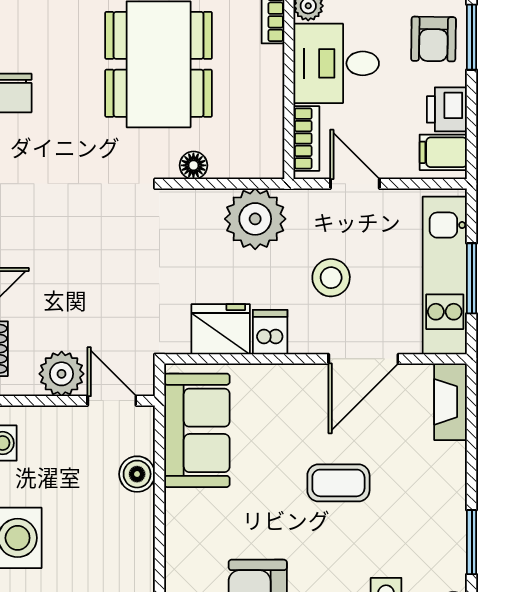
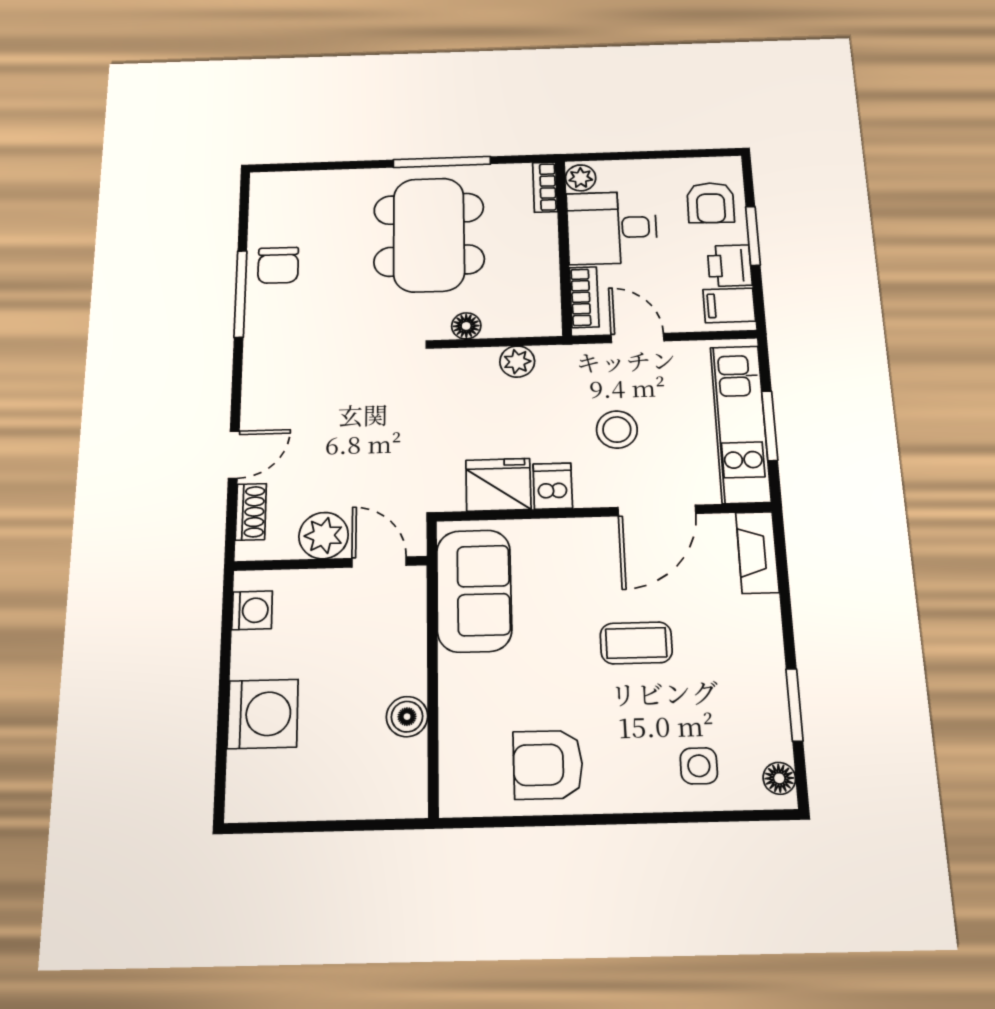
window: (472, 37) -> (753, 236), moved
plant: (255, 219) -> (517, 362), width x0.53, depth x0.53
boiler: (137, 474) -> (407, 717), moved

